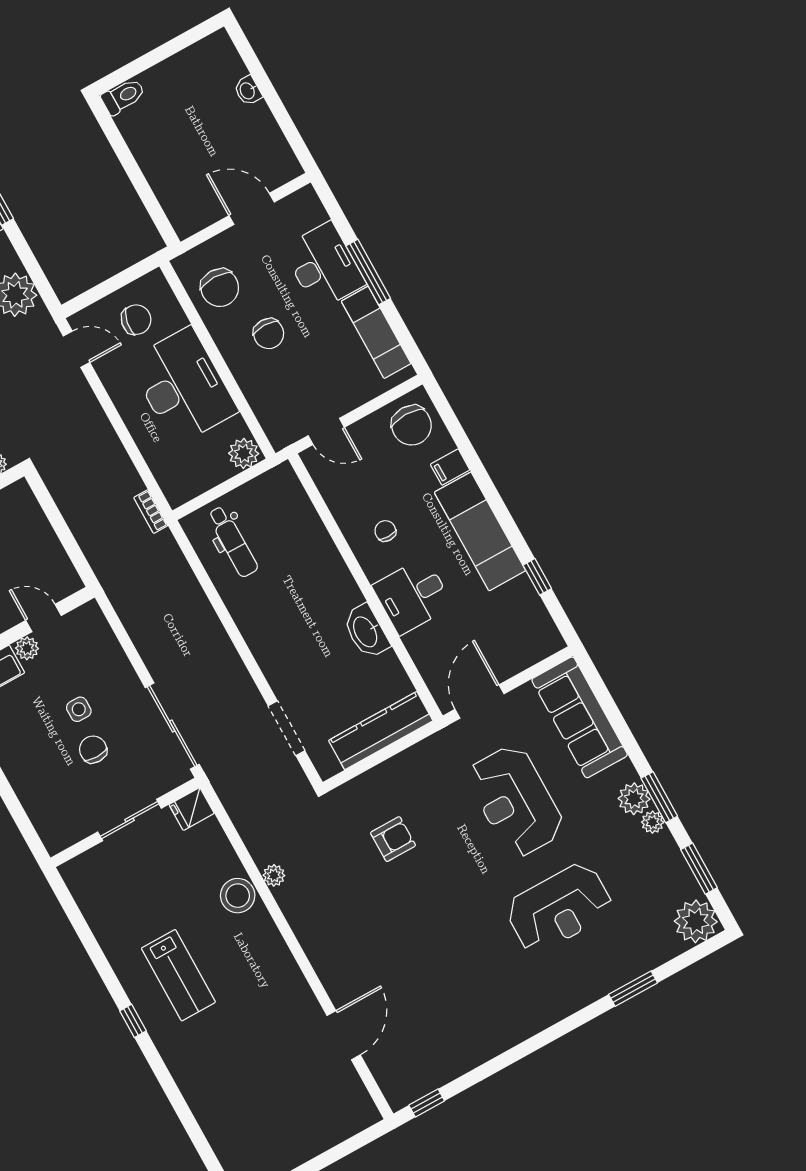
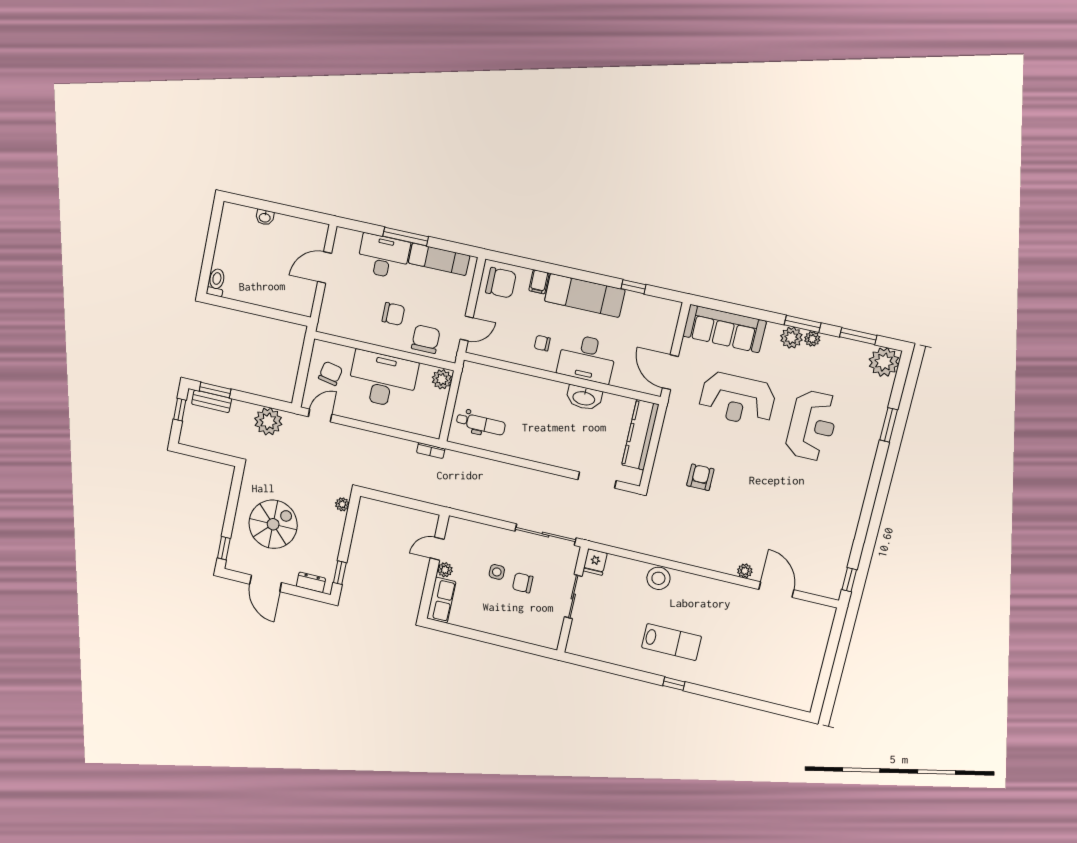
chair: (220, 288) -> (426, 339), moved, turned -90
desk: (413, 596) -> (587, 358), width x1.37
plant: (274, 875) -> (745, 571), moved

